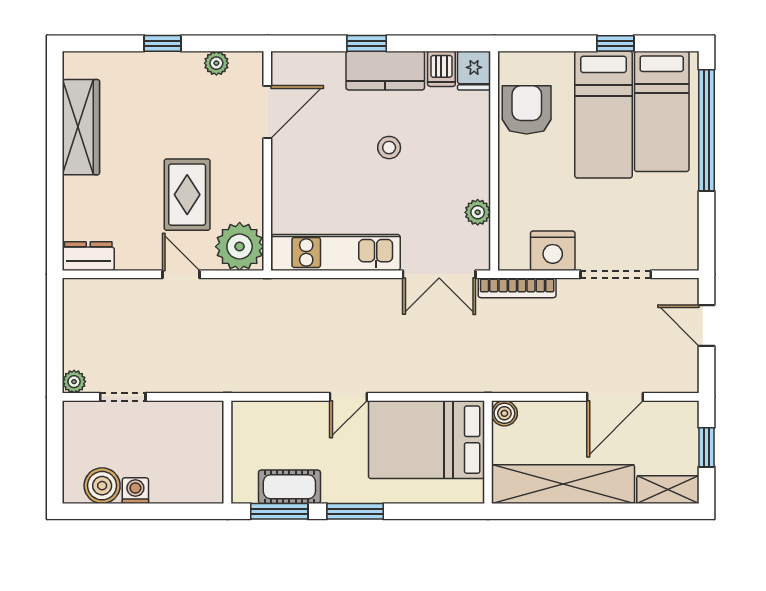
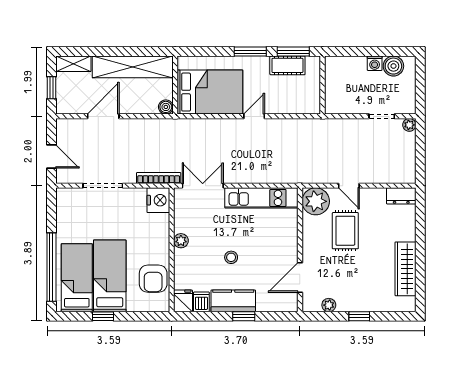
plant: (478, 212) -> (181, 241), moved
nightstand: (553, 251) -> (158, 200), moved, turned 90

